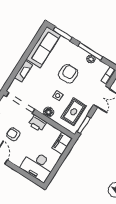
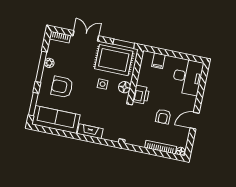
armchair: (68, 74) -> (62, 87), moved
rug: (74, 112) -> (114, 60), width x1.36, depth x1.43
filing cabinet: (62, 144) -> (158, 61), width x0.50

